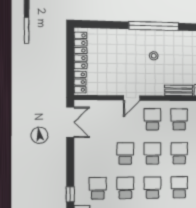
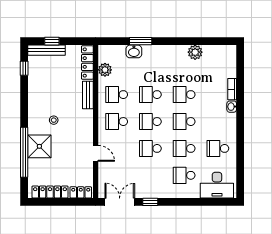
window: (154, 26) -> (24, 152), moved
shower: (127, 41) -> (39, 146), added
door: (132, 98) -> (96, 153), moved
window: (70, 194) -> (150, 202), moved

